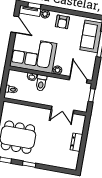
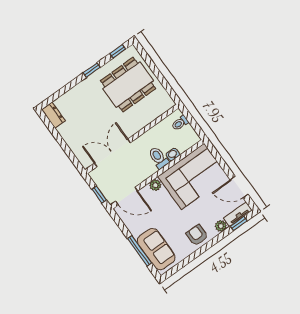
double door: (63, 110) -> (112, 153), width x1.37
dresser: (77, 142) -> (53, 115), moved

